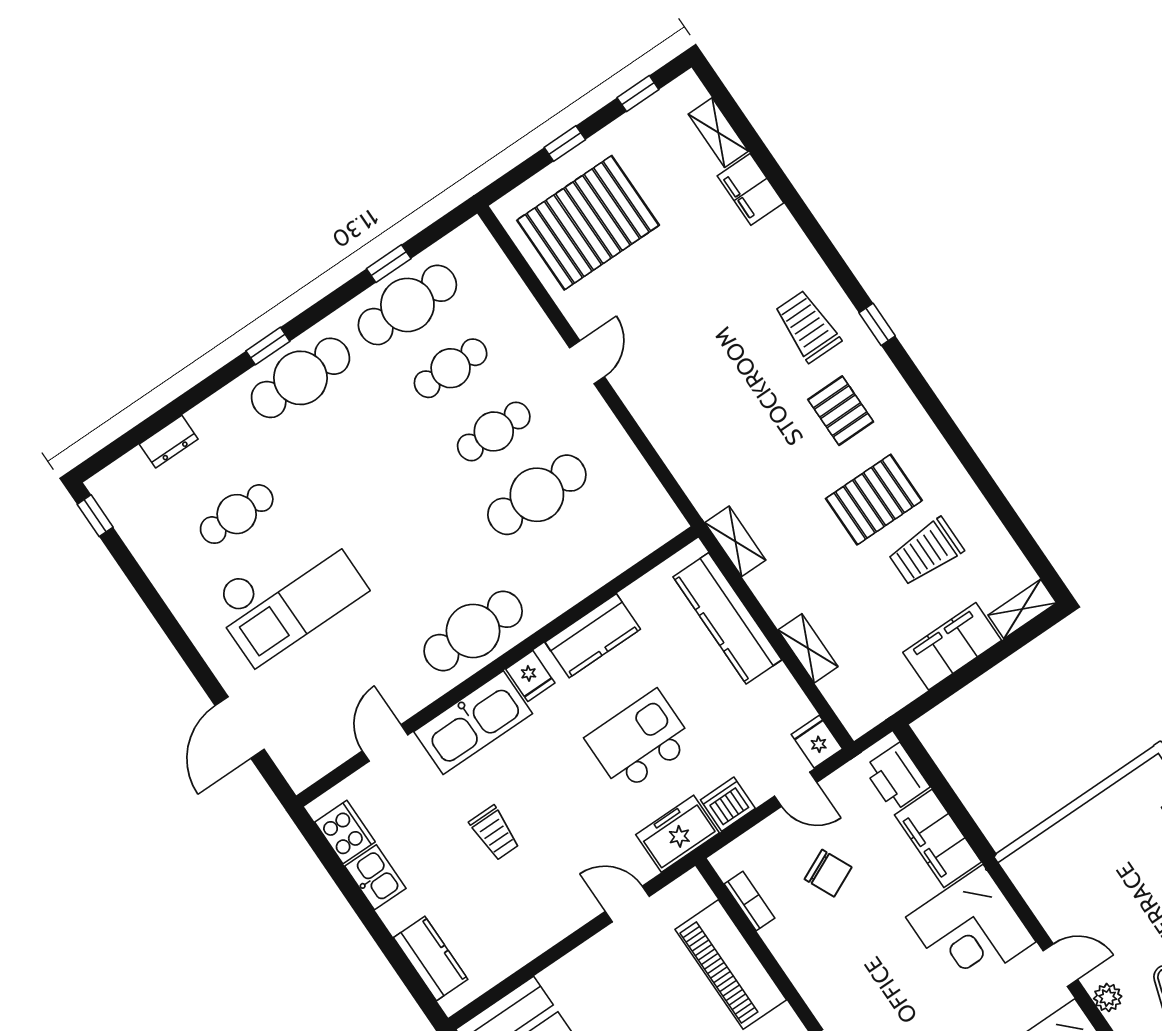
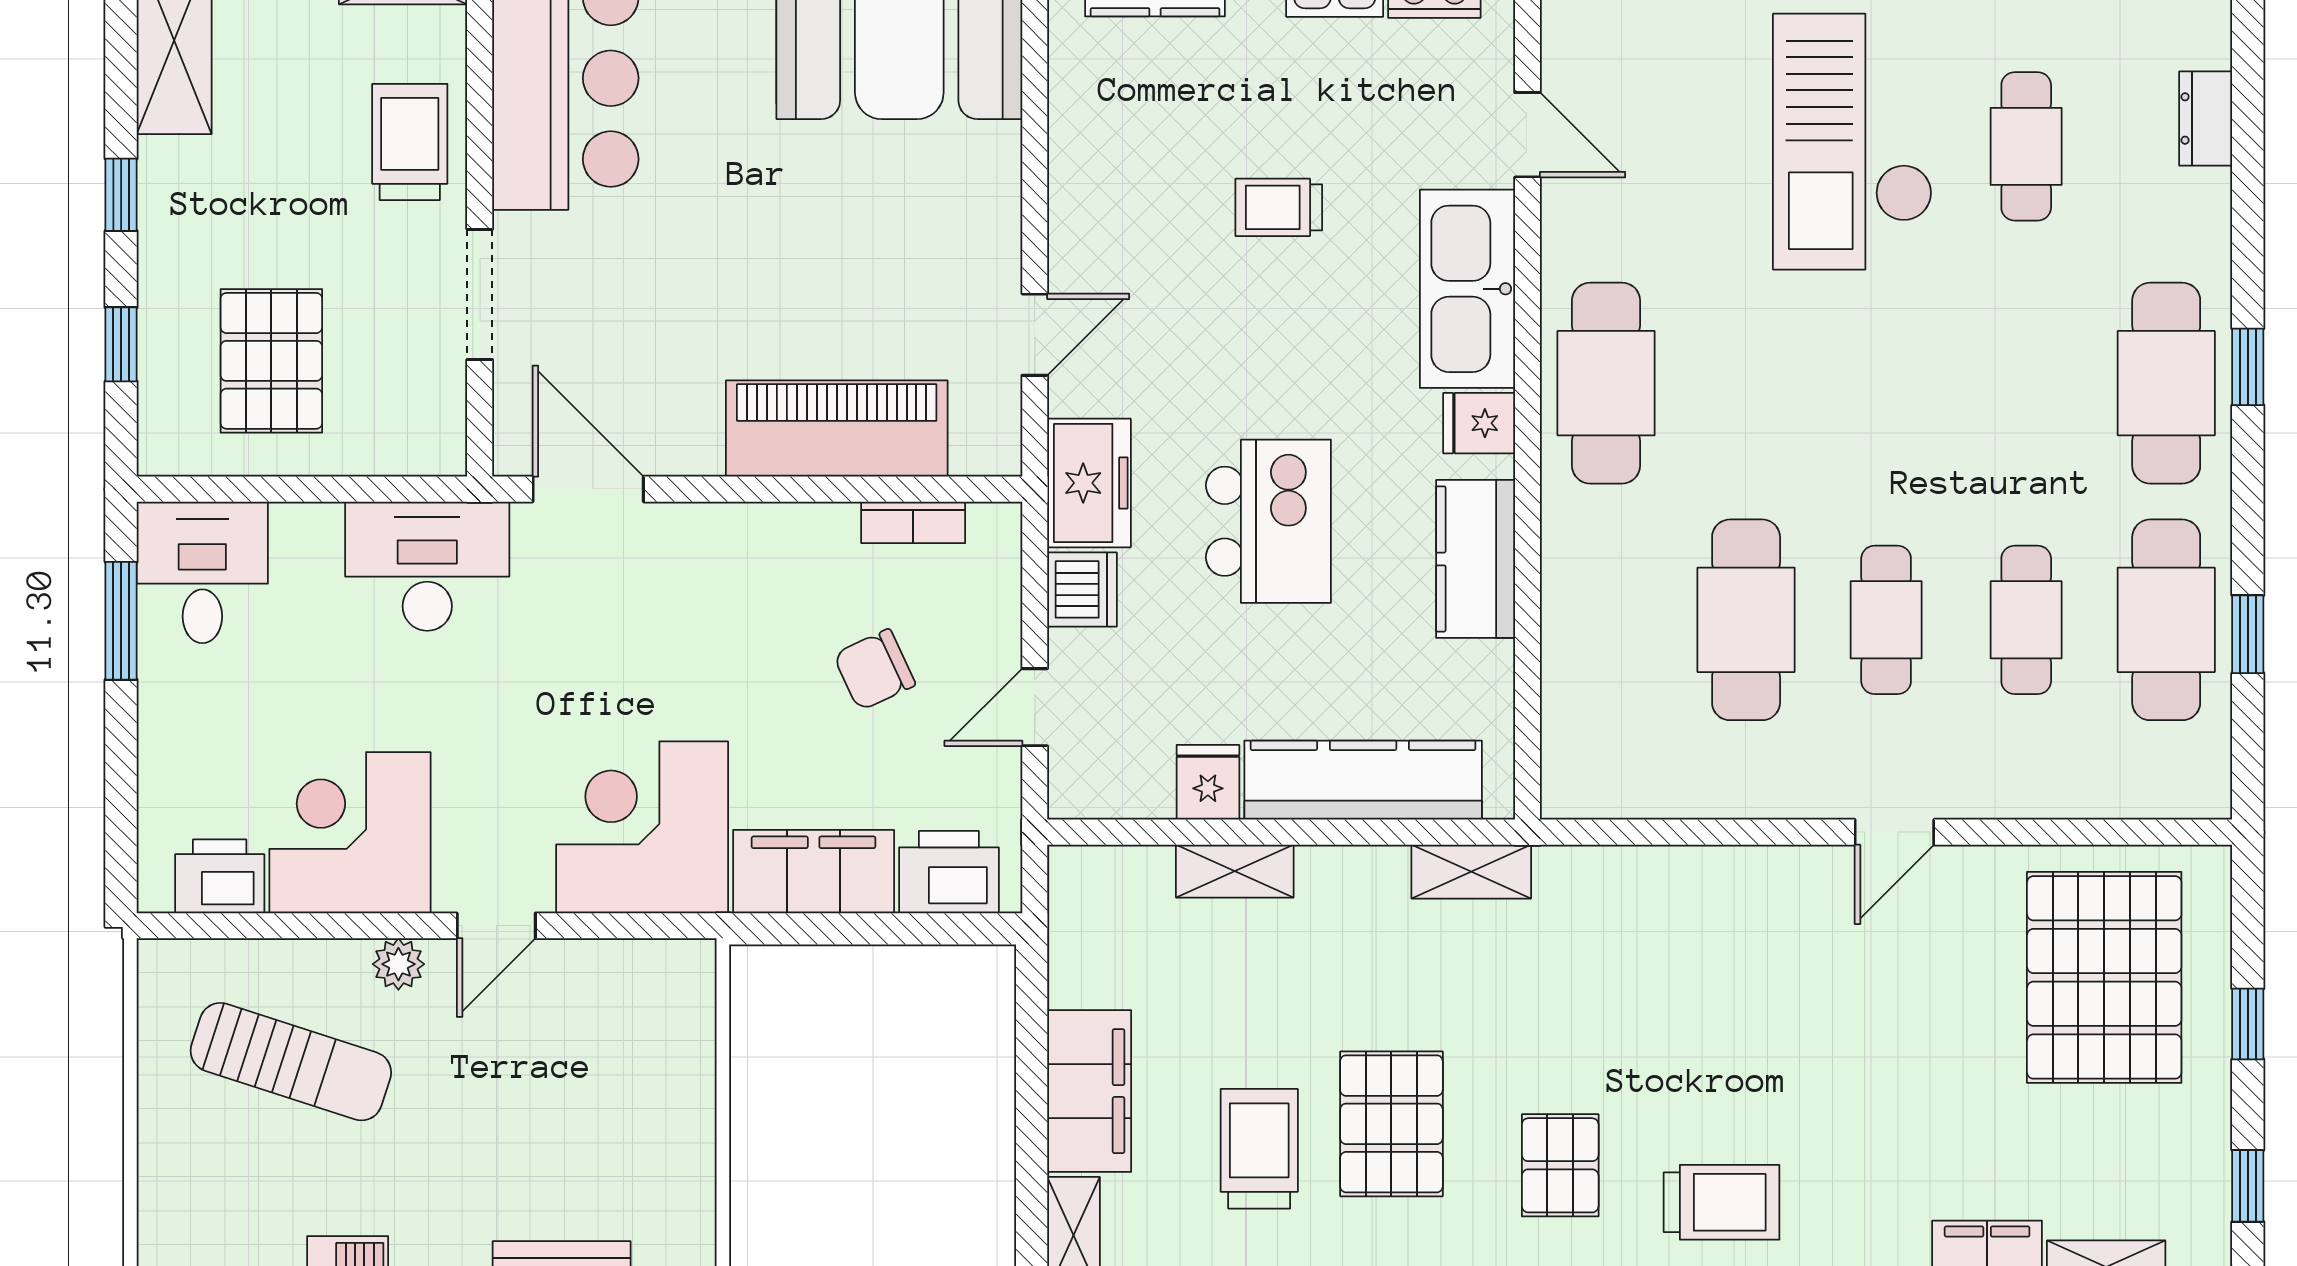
door: (587, 362) -> (1894, 832), hinge flipped
pallet: (841, 411) -> (1560, 1165), turned 90
fridge: (817, 742) -> (1208, 782), moved, turned -90

